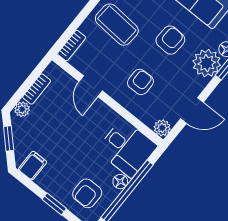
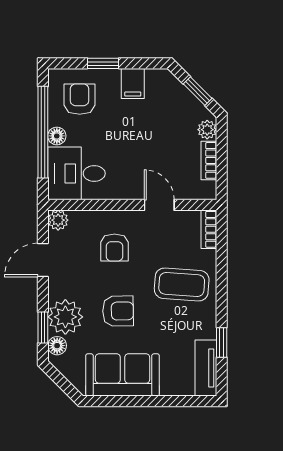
armchair: (170, 40) -> (118, 311), turned -94
filing cabinet: (33, 166) -> (133, 83), moved

